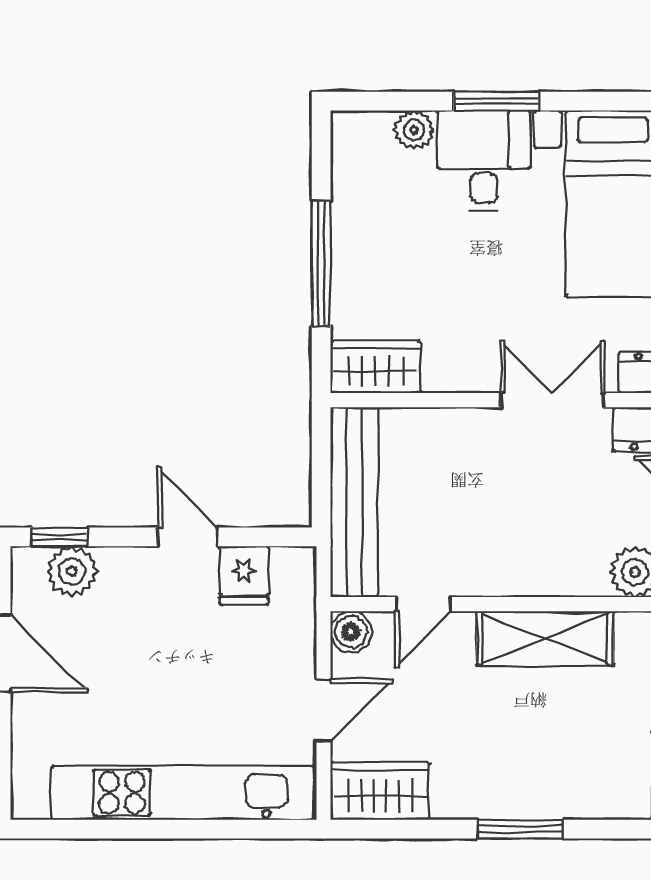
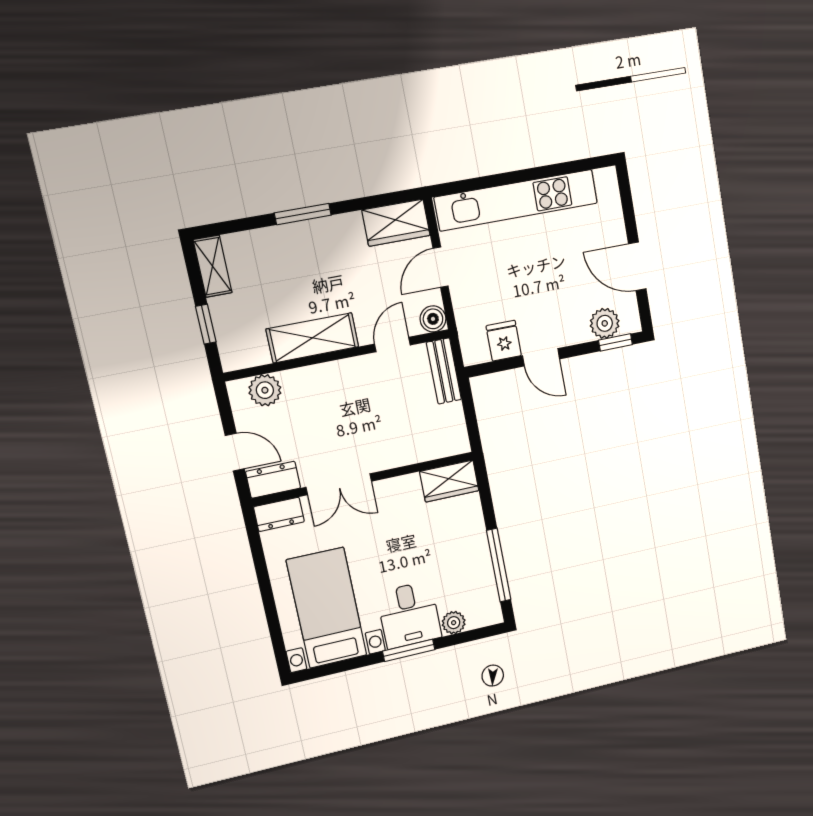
window: (321, 264) -> (499, 565), moved
bench: (354, 502) -> (444, 371), width x0.54, depth x0.82

